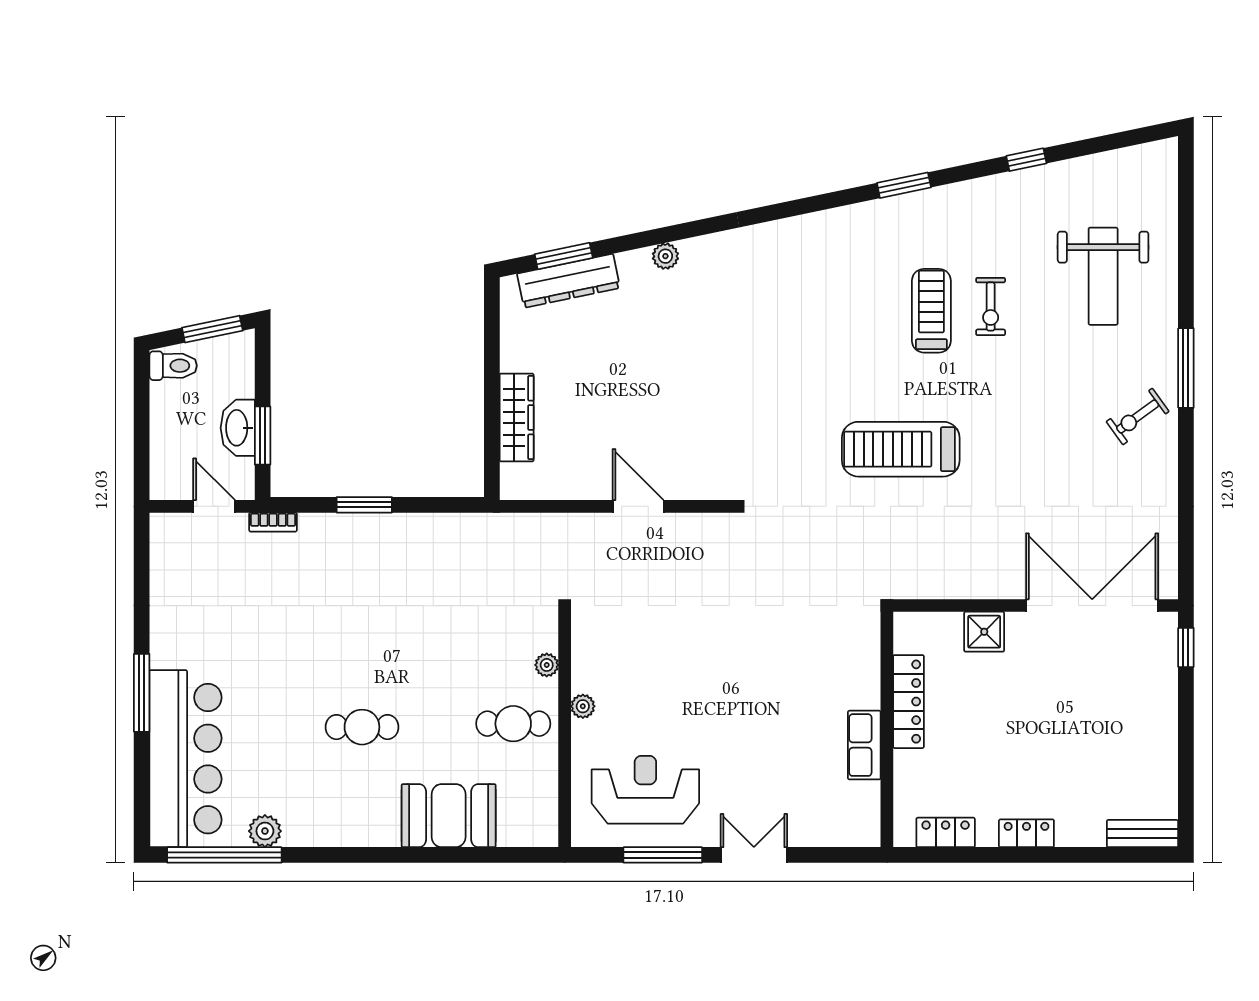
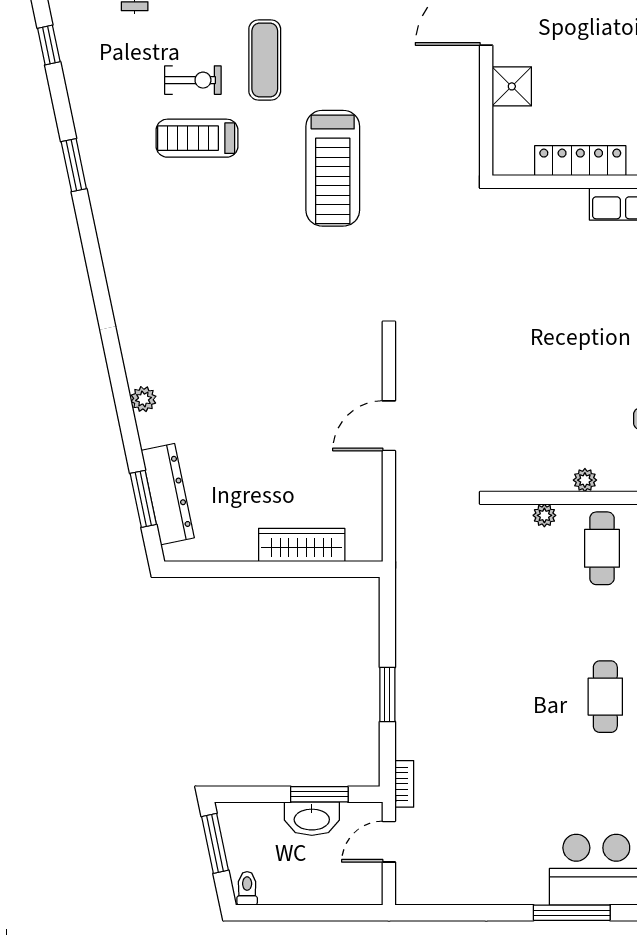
toilet: (173, 366) -> (247, 888), width x0.73, depth x0.72
exercise mat: (1011, 380) -> (265, 60), added

